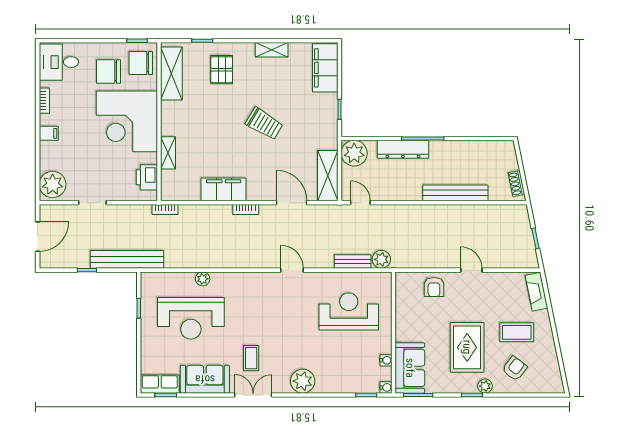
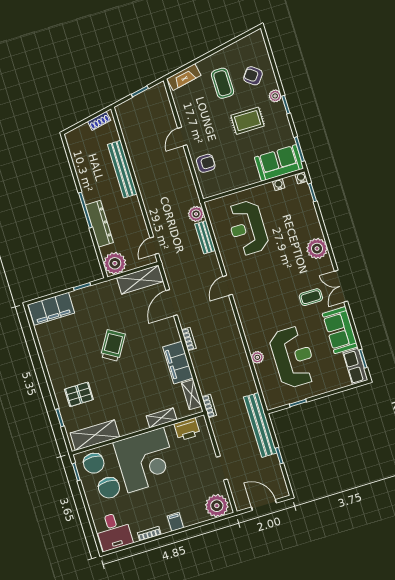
shelving: (272, 50) -> (191, 395), moved
rug: (467, 347) -> (248, 121), width x0.73, depth x0.70

